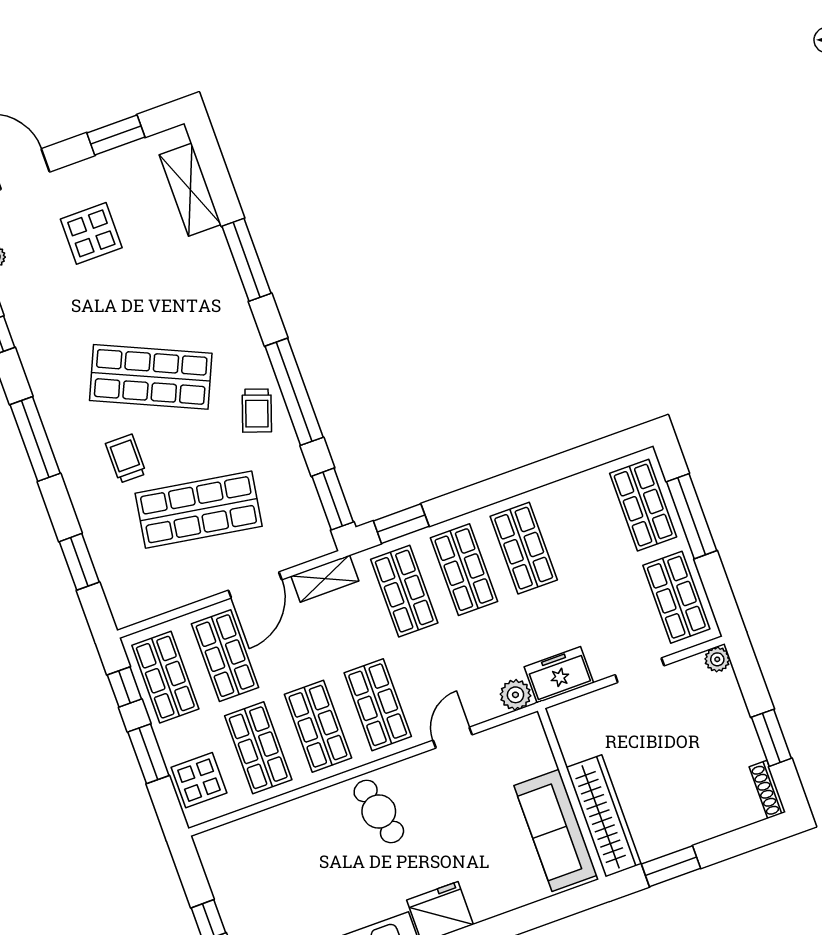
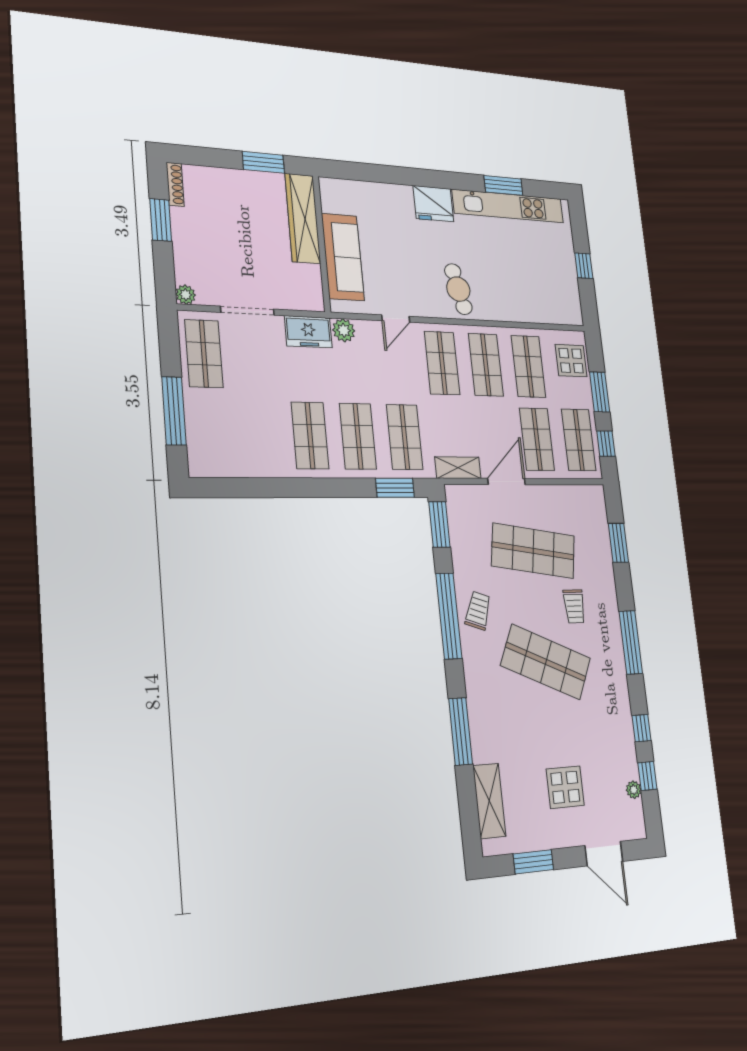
shop shelf: (643, 505) -> (210, 434), removed
doorway: (640, 670) -> (247, 311), width x1.38
sofa: (556, 830) -> (343, 257), moved

